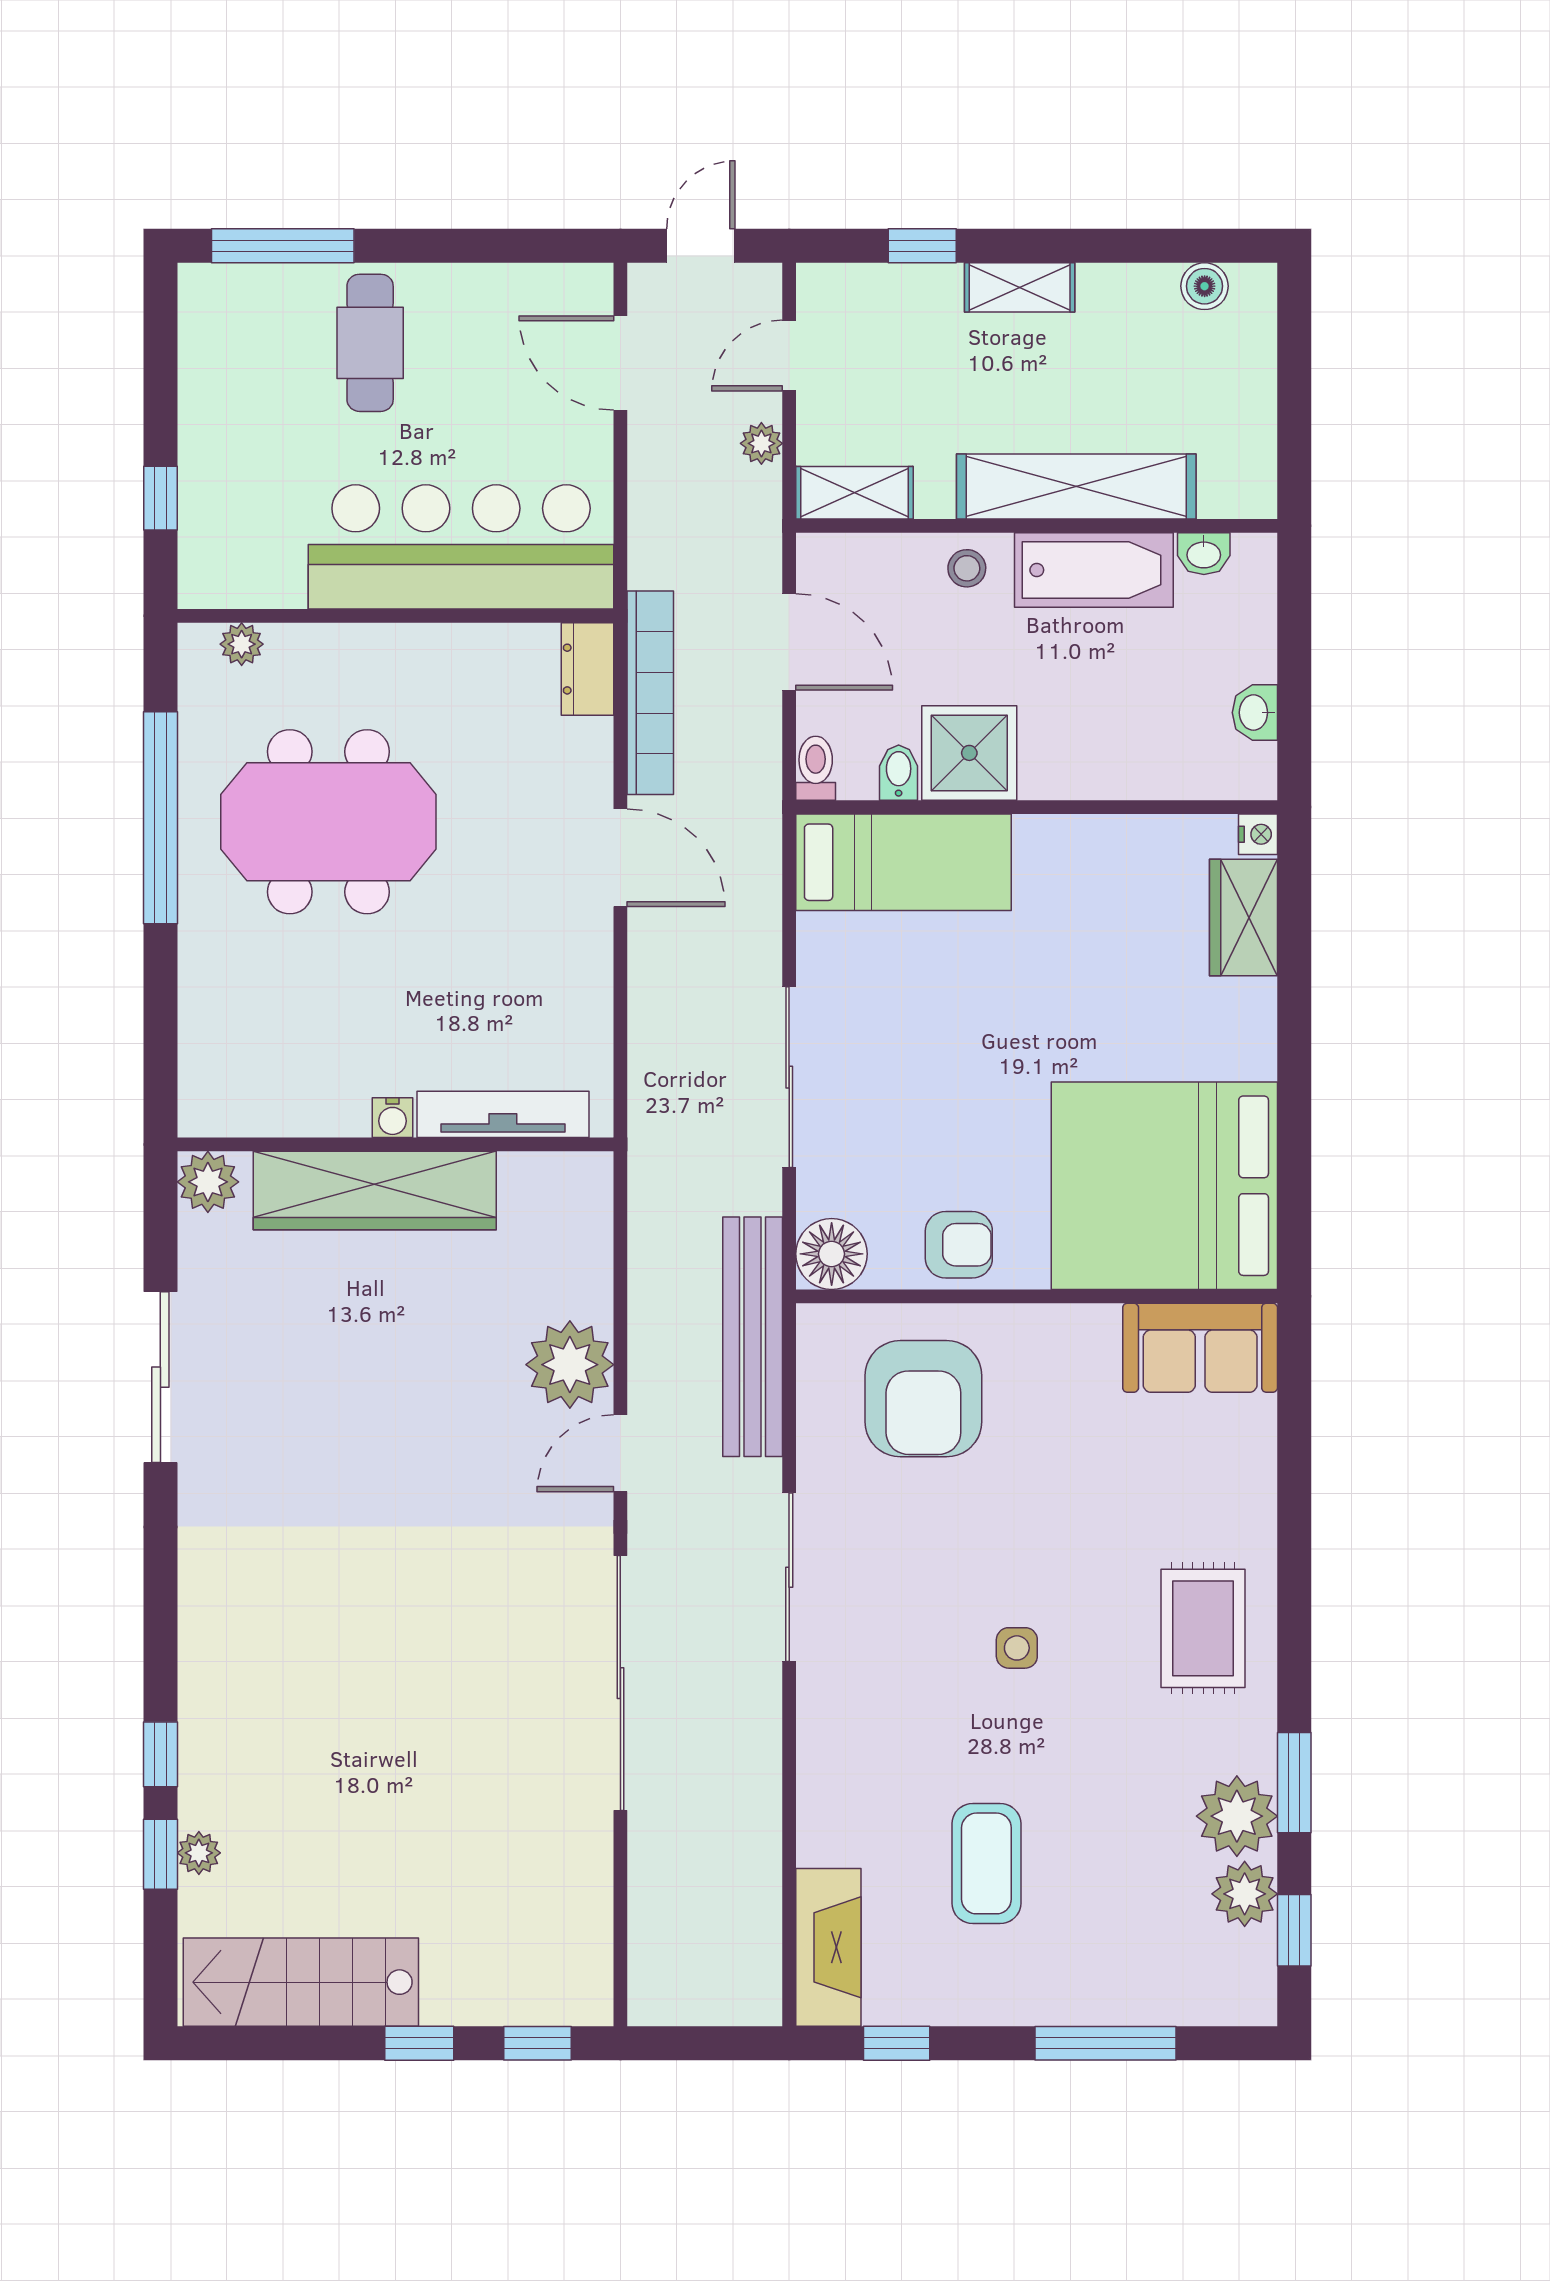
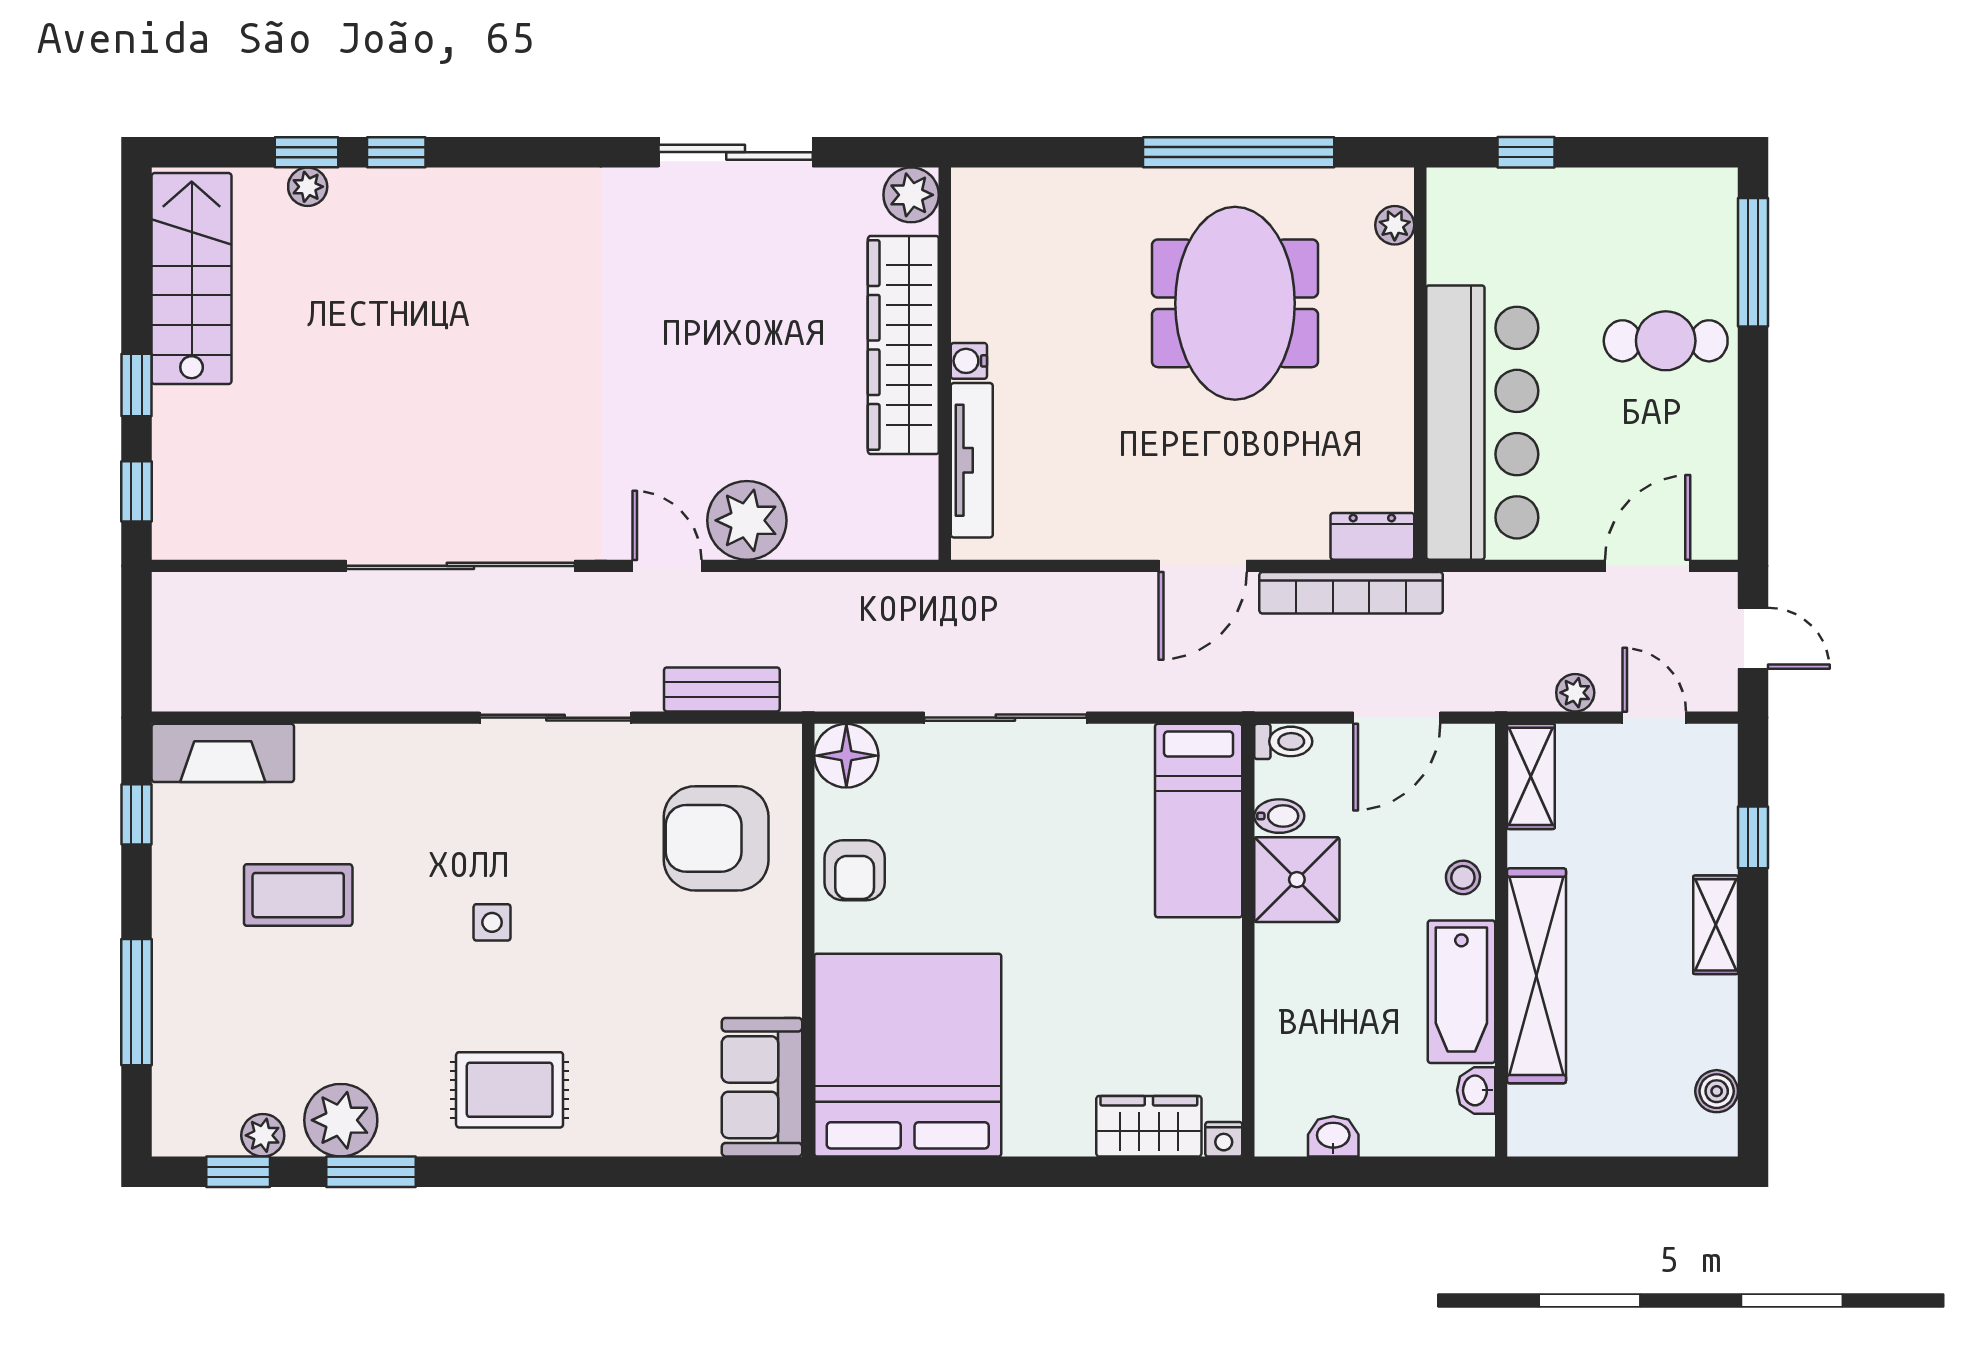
bench: (753, 1337) -> (722, 689), width x0.54, depth x0.82
plant: (1245, 1894) -> (263, 1135), width x0.73, depth x0.73

